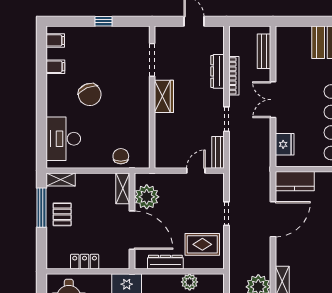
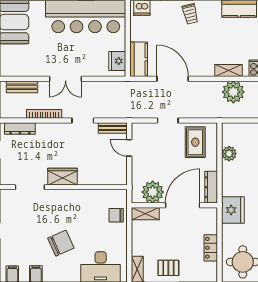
dresser: (218, 71) -> (20, 128), moved
fridge: (285, 144) -> (117, 61), moved, turned -90
dresser: (165, 262) -> (211, 187), moved

